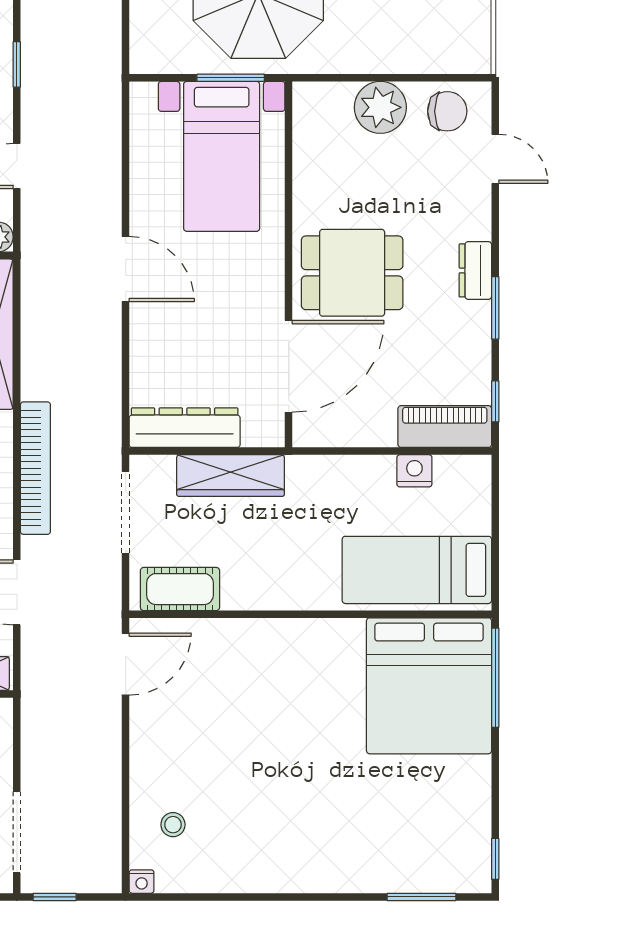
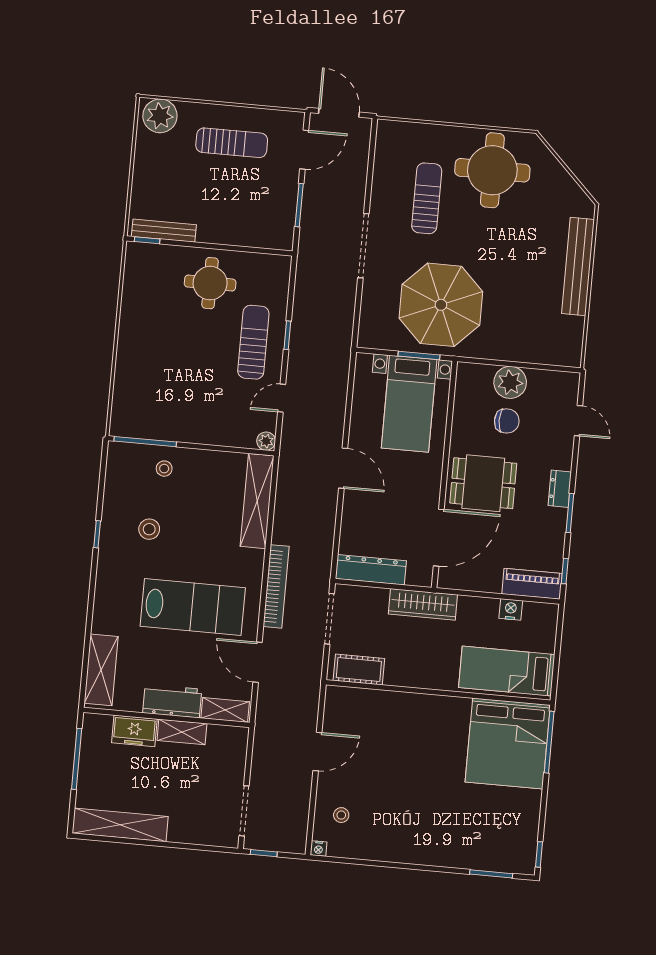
chair: (447, 111) -> (507, 421), moved
wardrobe: (231, 476) -> (423, 604), moved
door: (126, 664) -> (317, 752), moved

